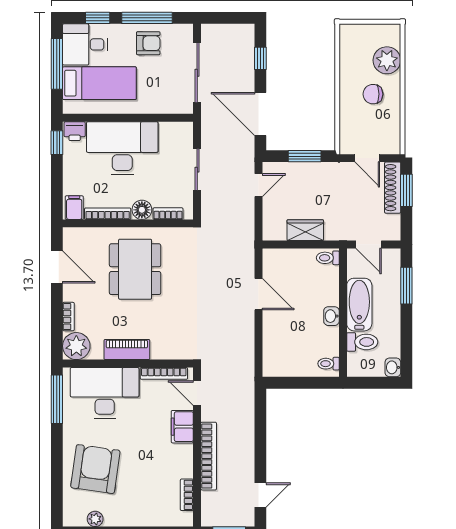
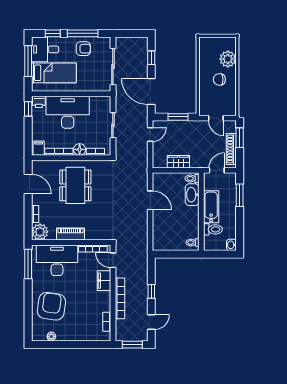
shoe rack: (393, 188) -> (231, 149), moved
door: (369, 244) -> (217, 170), swing flipped
washbasin: (331, 316) -> (192, 195), moved, width x1.91, depth x1.45
window: (260, 445) -> (151, 291), added

